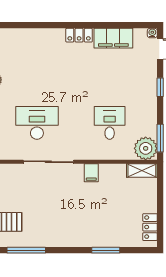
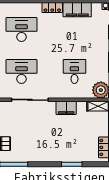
desk: (37, 65) -> (22, 29), added
filing cabinet: (91, 173) -> (66, 108), width x2.00

